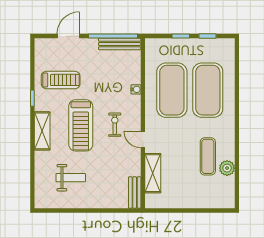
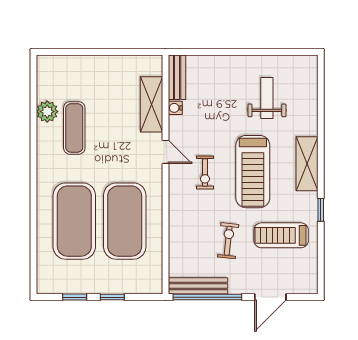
exercise bike: (98, 76) -> (228, 241), added
water cooler: (136, 89) -> (175, 108), moved
treadmill: (81, 125) -> (253, 172), turned 180
weight bench: (71, 178) -> (267, 98), turned 90

